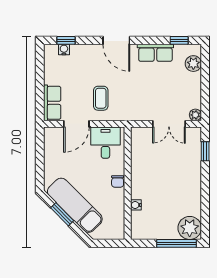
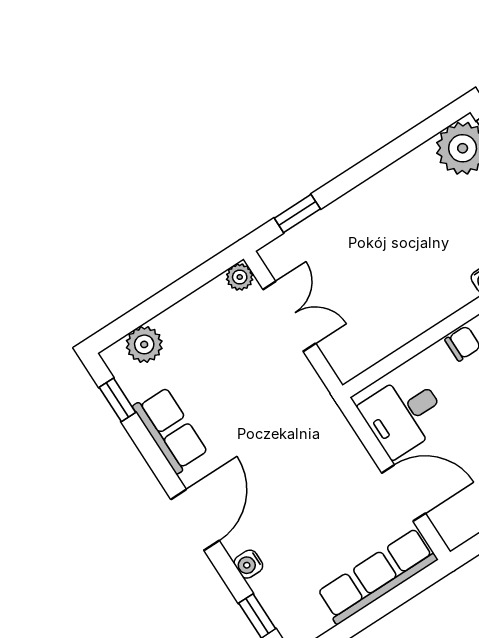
water cooler: (64, 50) -> (248, 564), moved
coffee table: (101, 98) -> (325, 478), removed
row of seats: (52, 103) -> (377, 576), width x1.48

